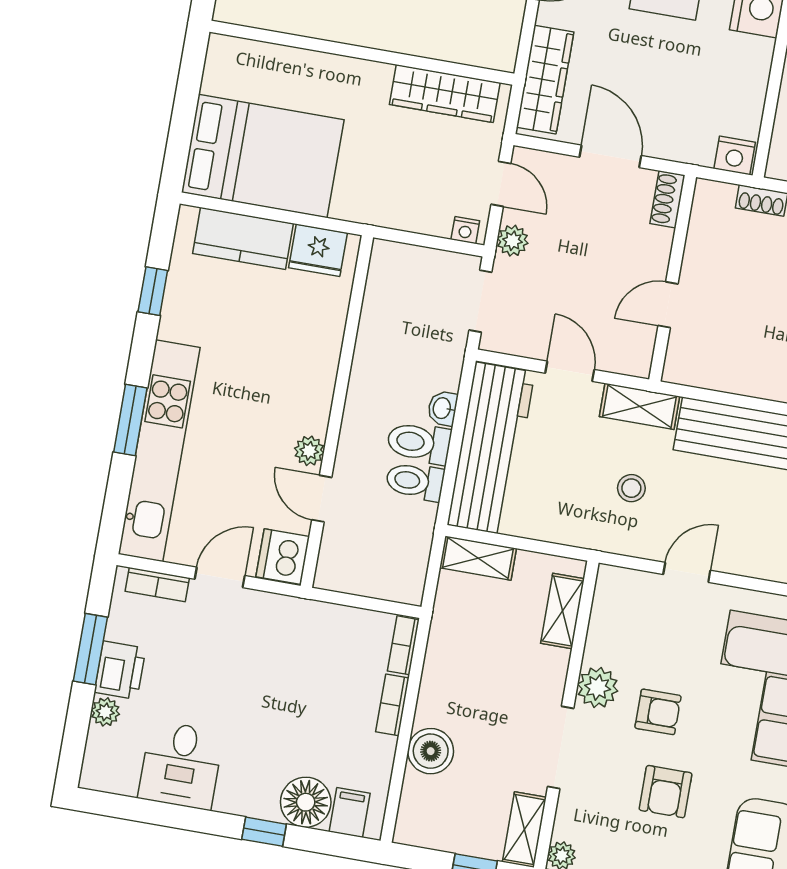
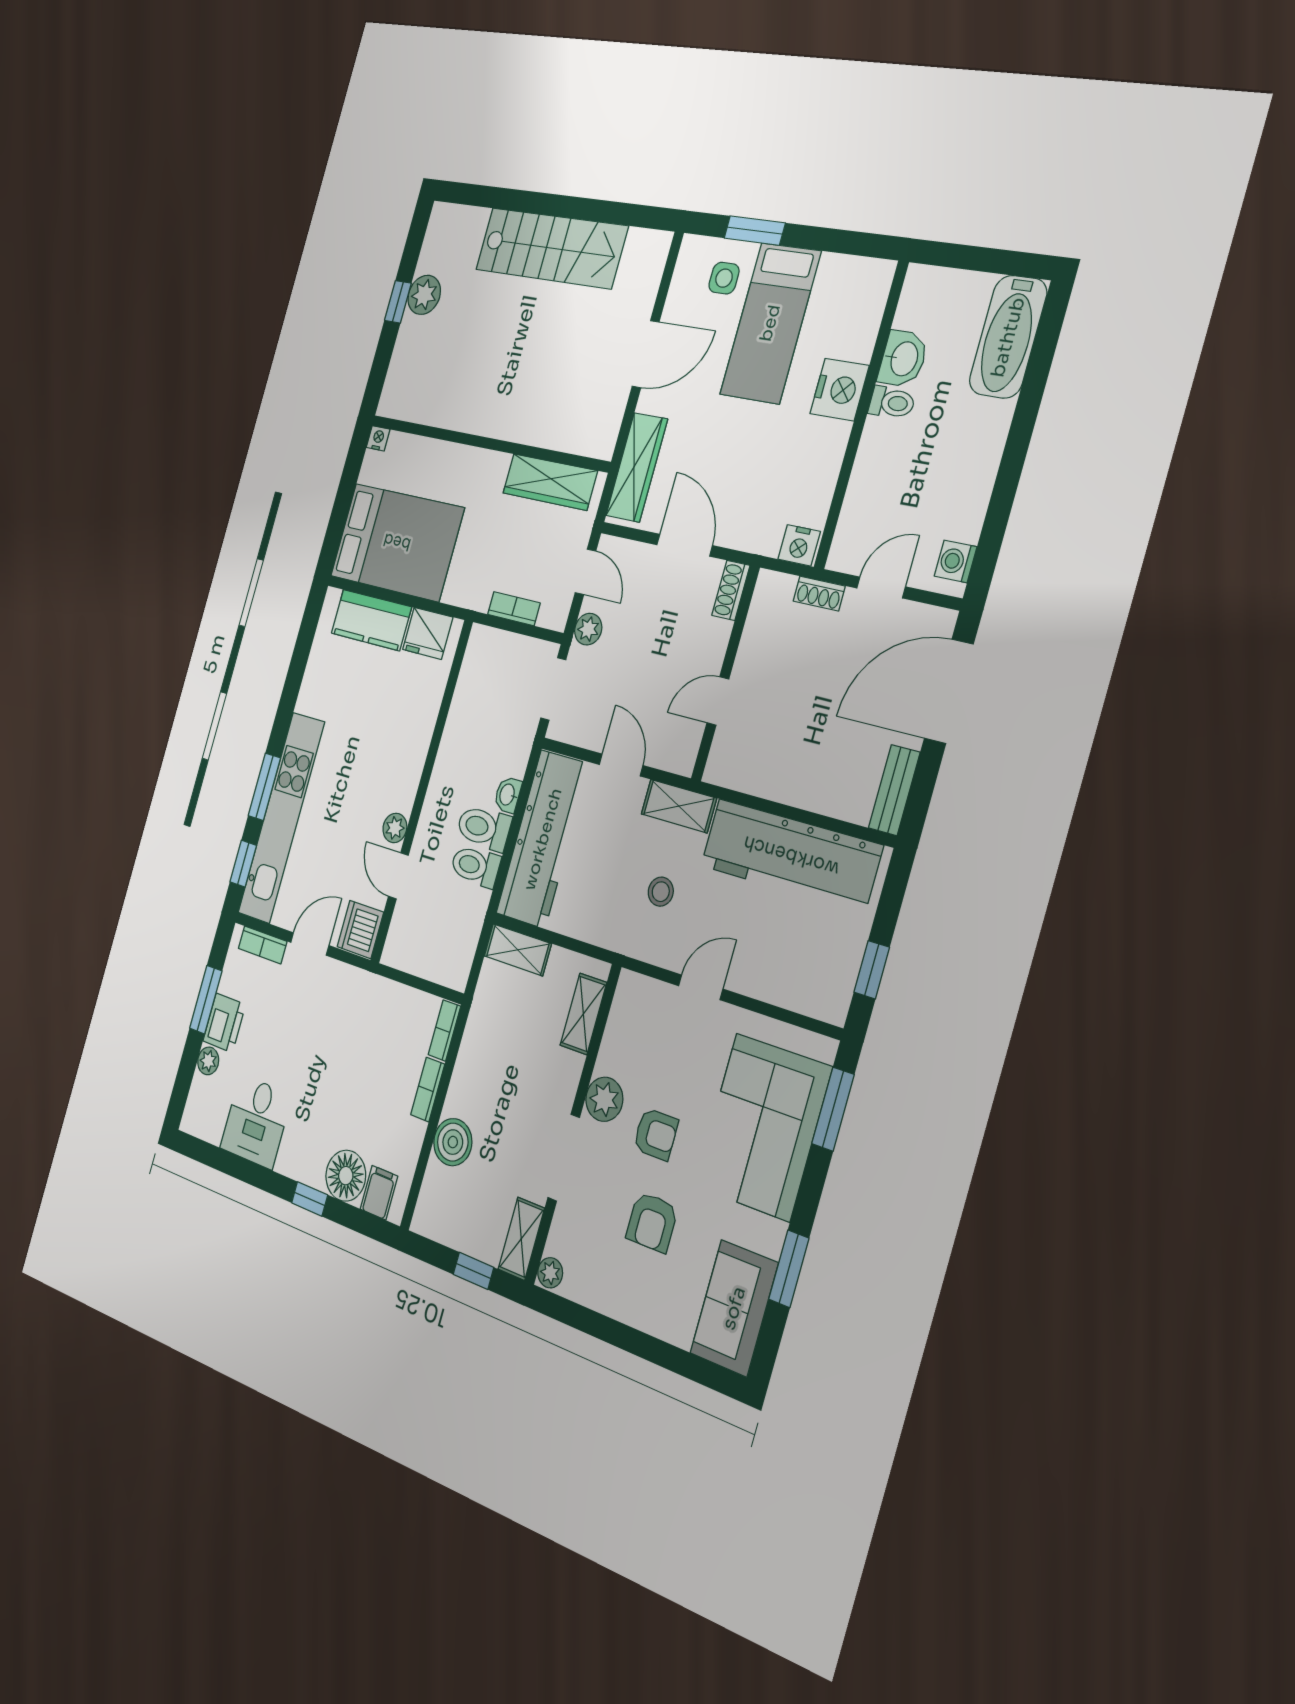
bookcase: (421, 222) -> (514, 609), added
nightstand: (465, 230) -> (378, 438), moved, turned 180
window: (153, 291) -> (243, 864), moved

